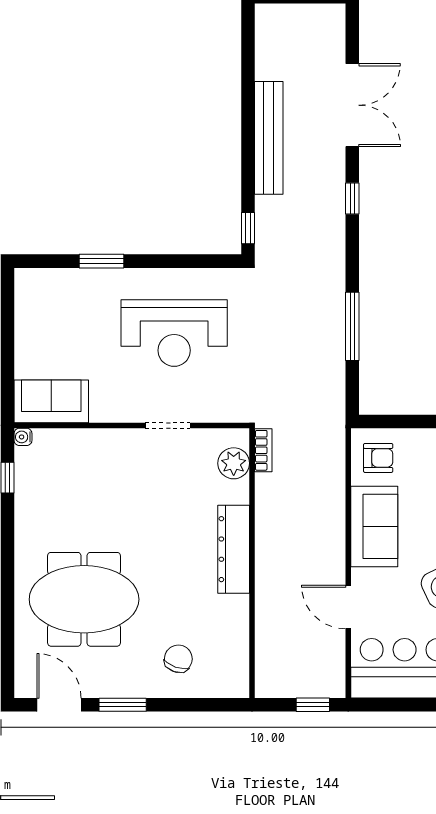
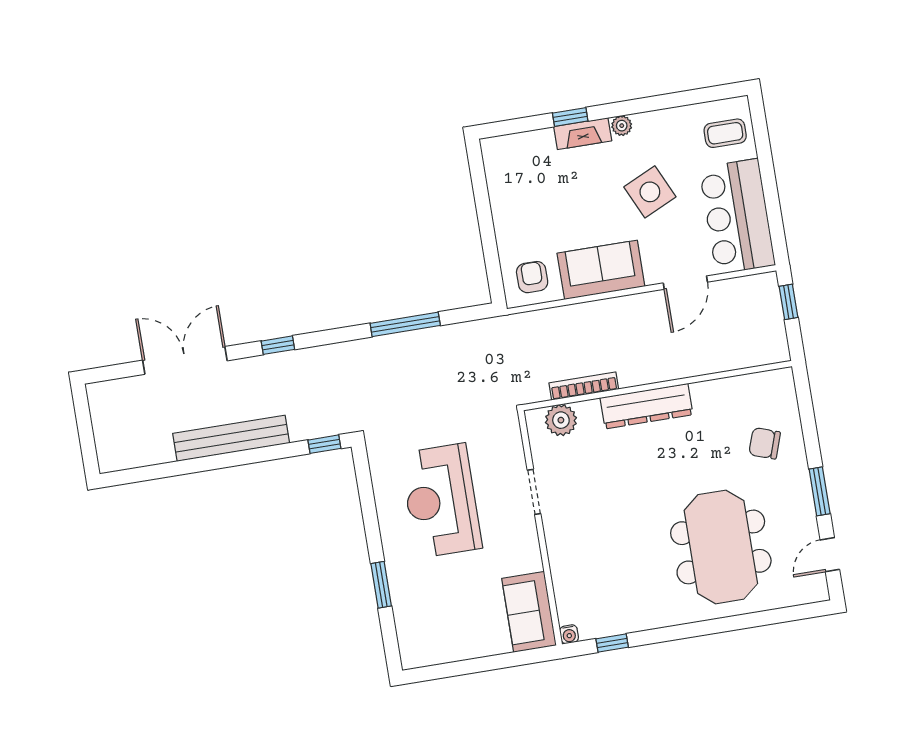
reception desk: (174, 333) -> (441, 501), turned 180
bookcase: (263, 450) -> (584, 386), moved, width x1.56
door: (59, 705) -> (830, 555), width x0.73

